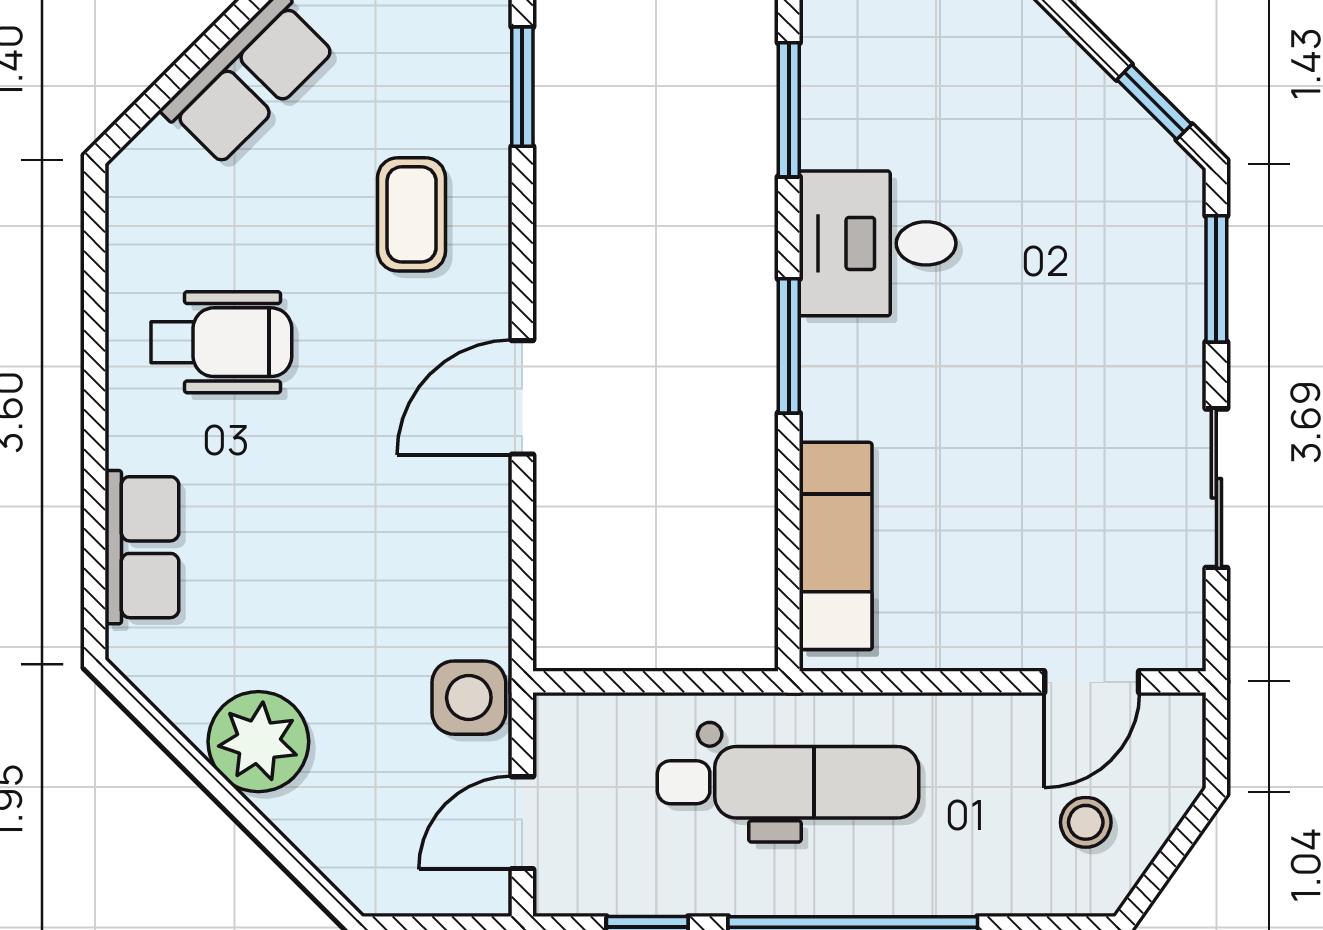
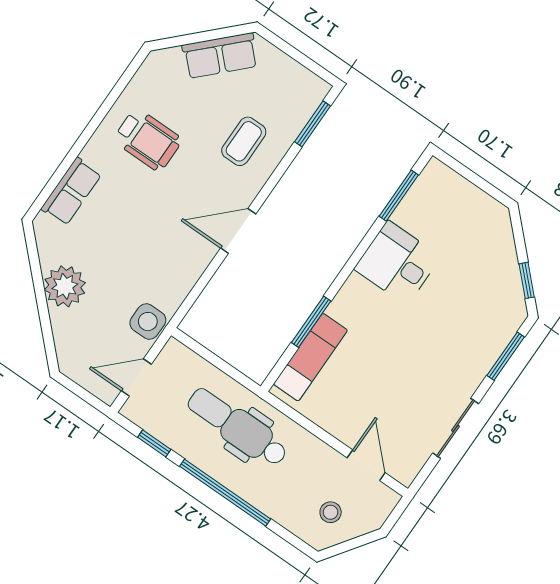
window: (789, 346) -> (311, 322), moved
door: (1092, 682) -> (366, 465), swing flipped
dental chair: (788, 782) -> (238, 427), turned 180

